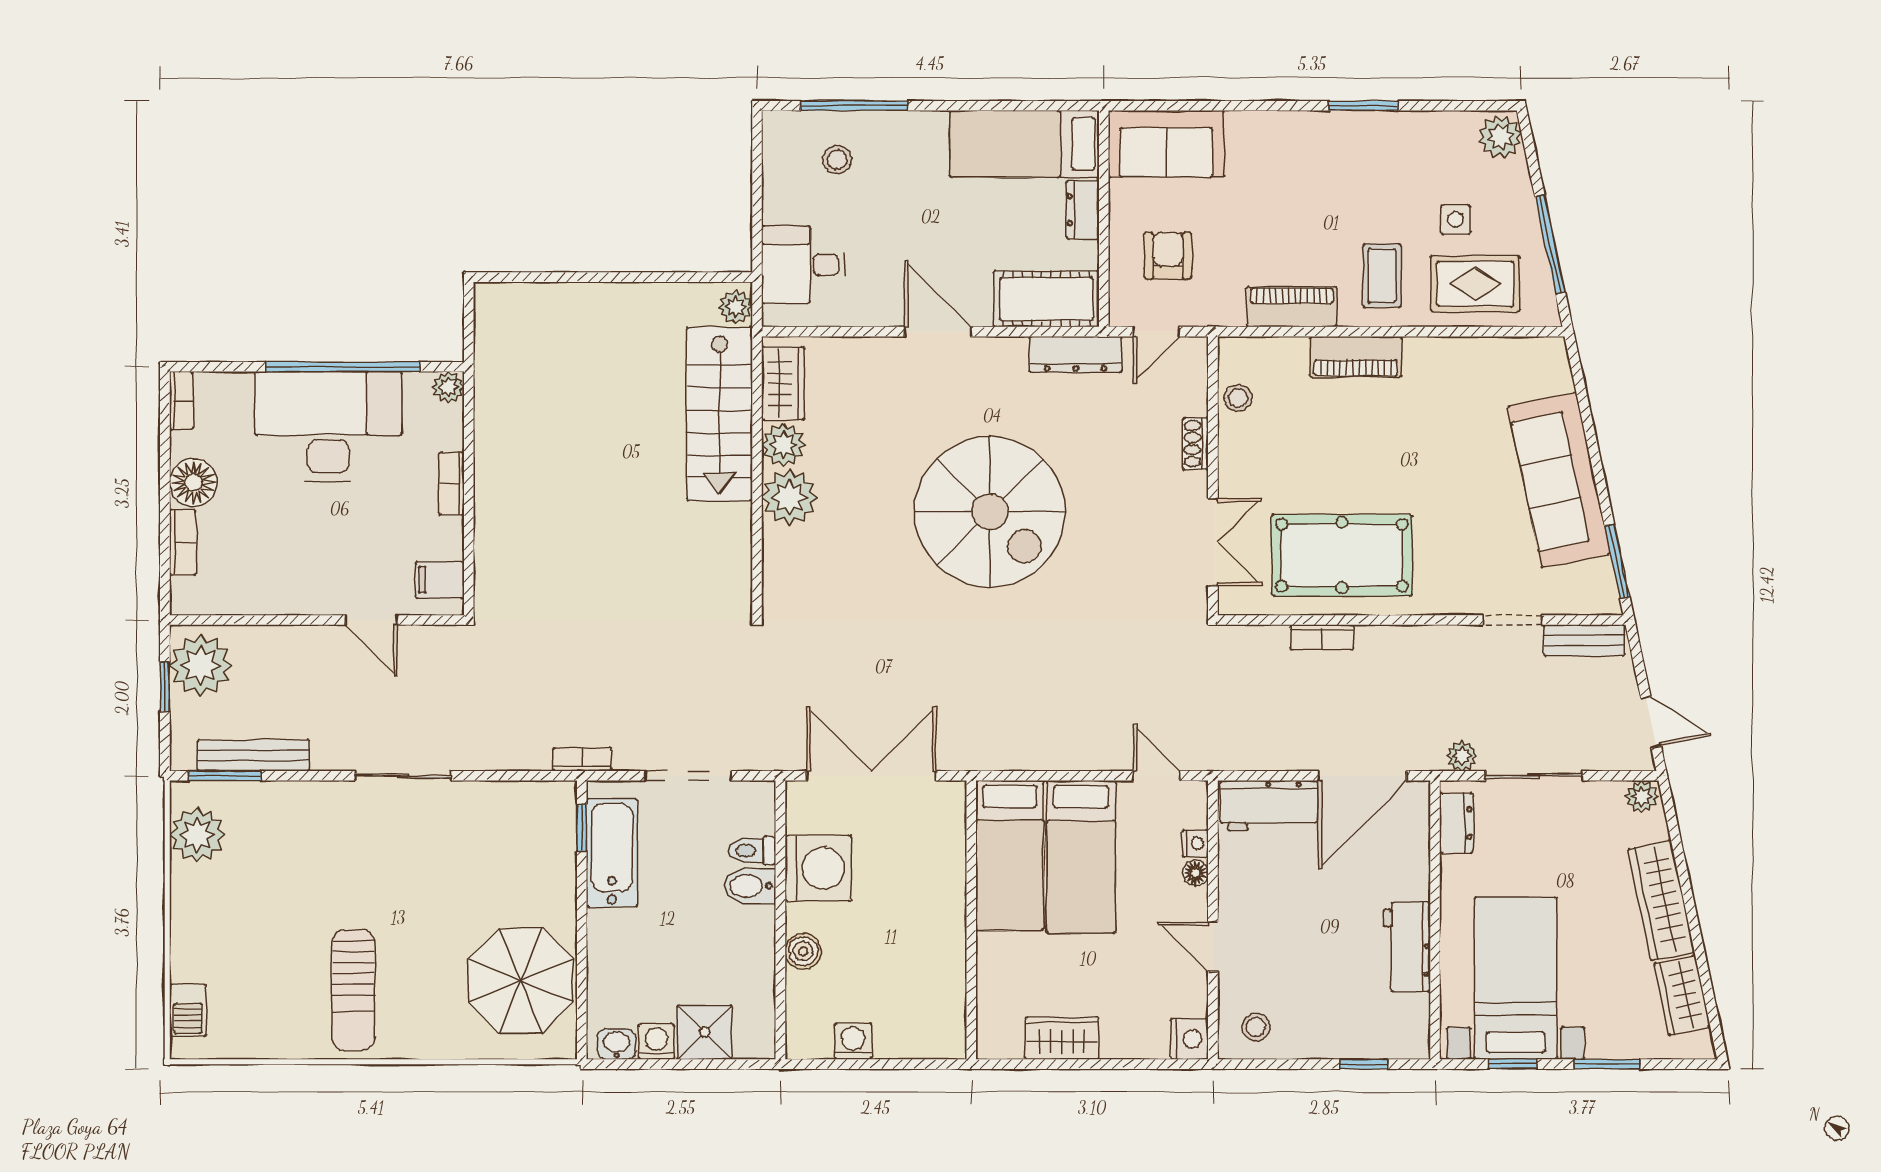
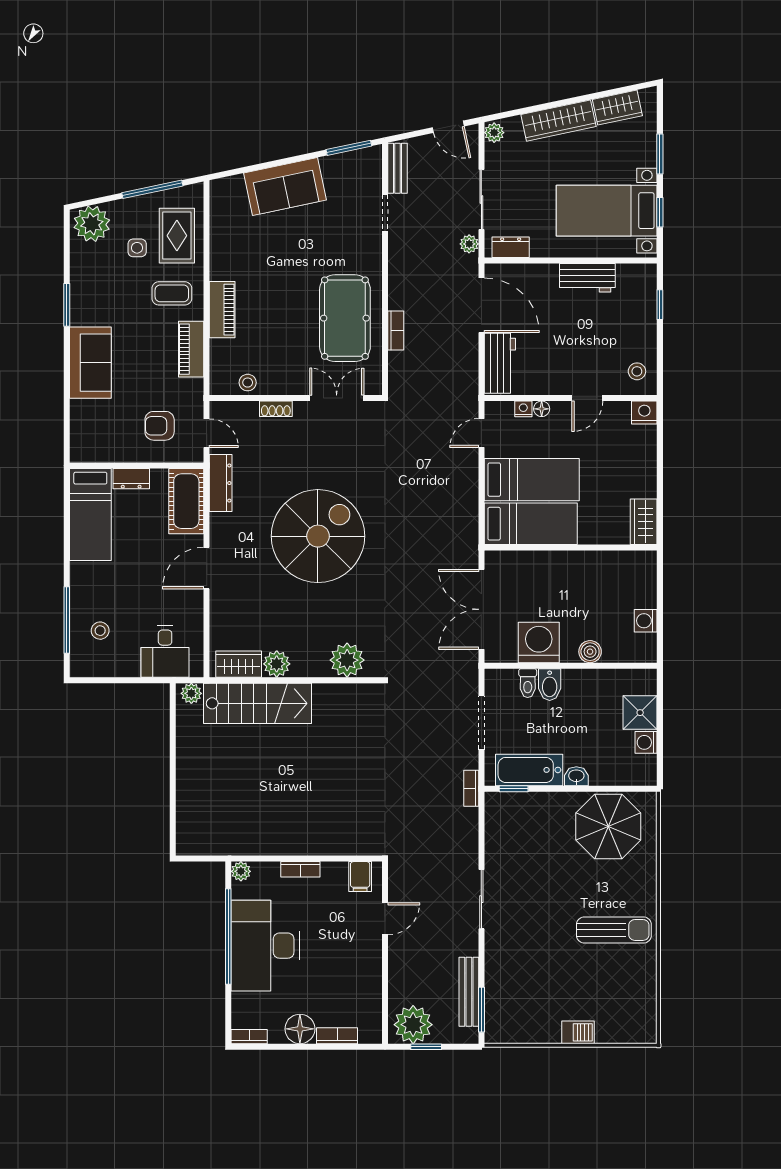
plant: (1500, 137) -> (92, 224), width x1.36, depth x1.36
sofa: (1166, 144) -> (90, 363), moved
sofa: (1559, 480) -> (285, 186), width x0.73
plant: (789, 497) -> (347, 660), moved
door: (1651, 722) -> (448, 127), swing flipped
plant: (197, 835) -> (518, 1027), removed
barbecue: (188, 1010) -> (578, 1032), moved
wardrobe: (1062, 1038) -> (644, 522), moved
washbasin: (617, 1044) -> (576, 776), moved, turned 90

